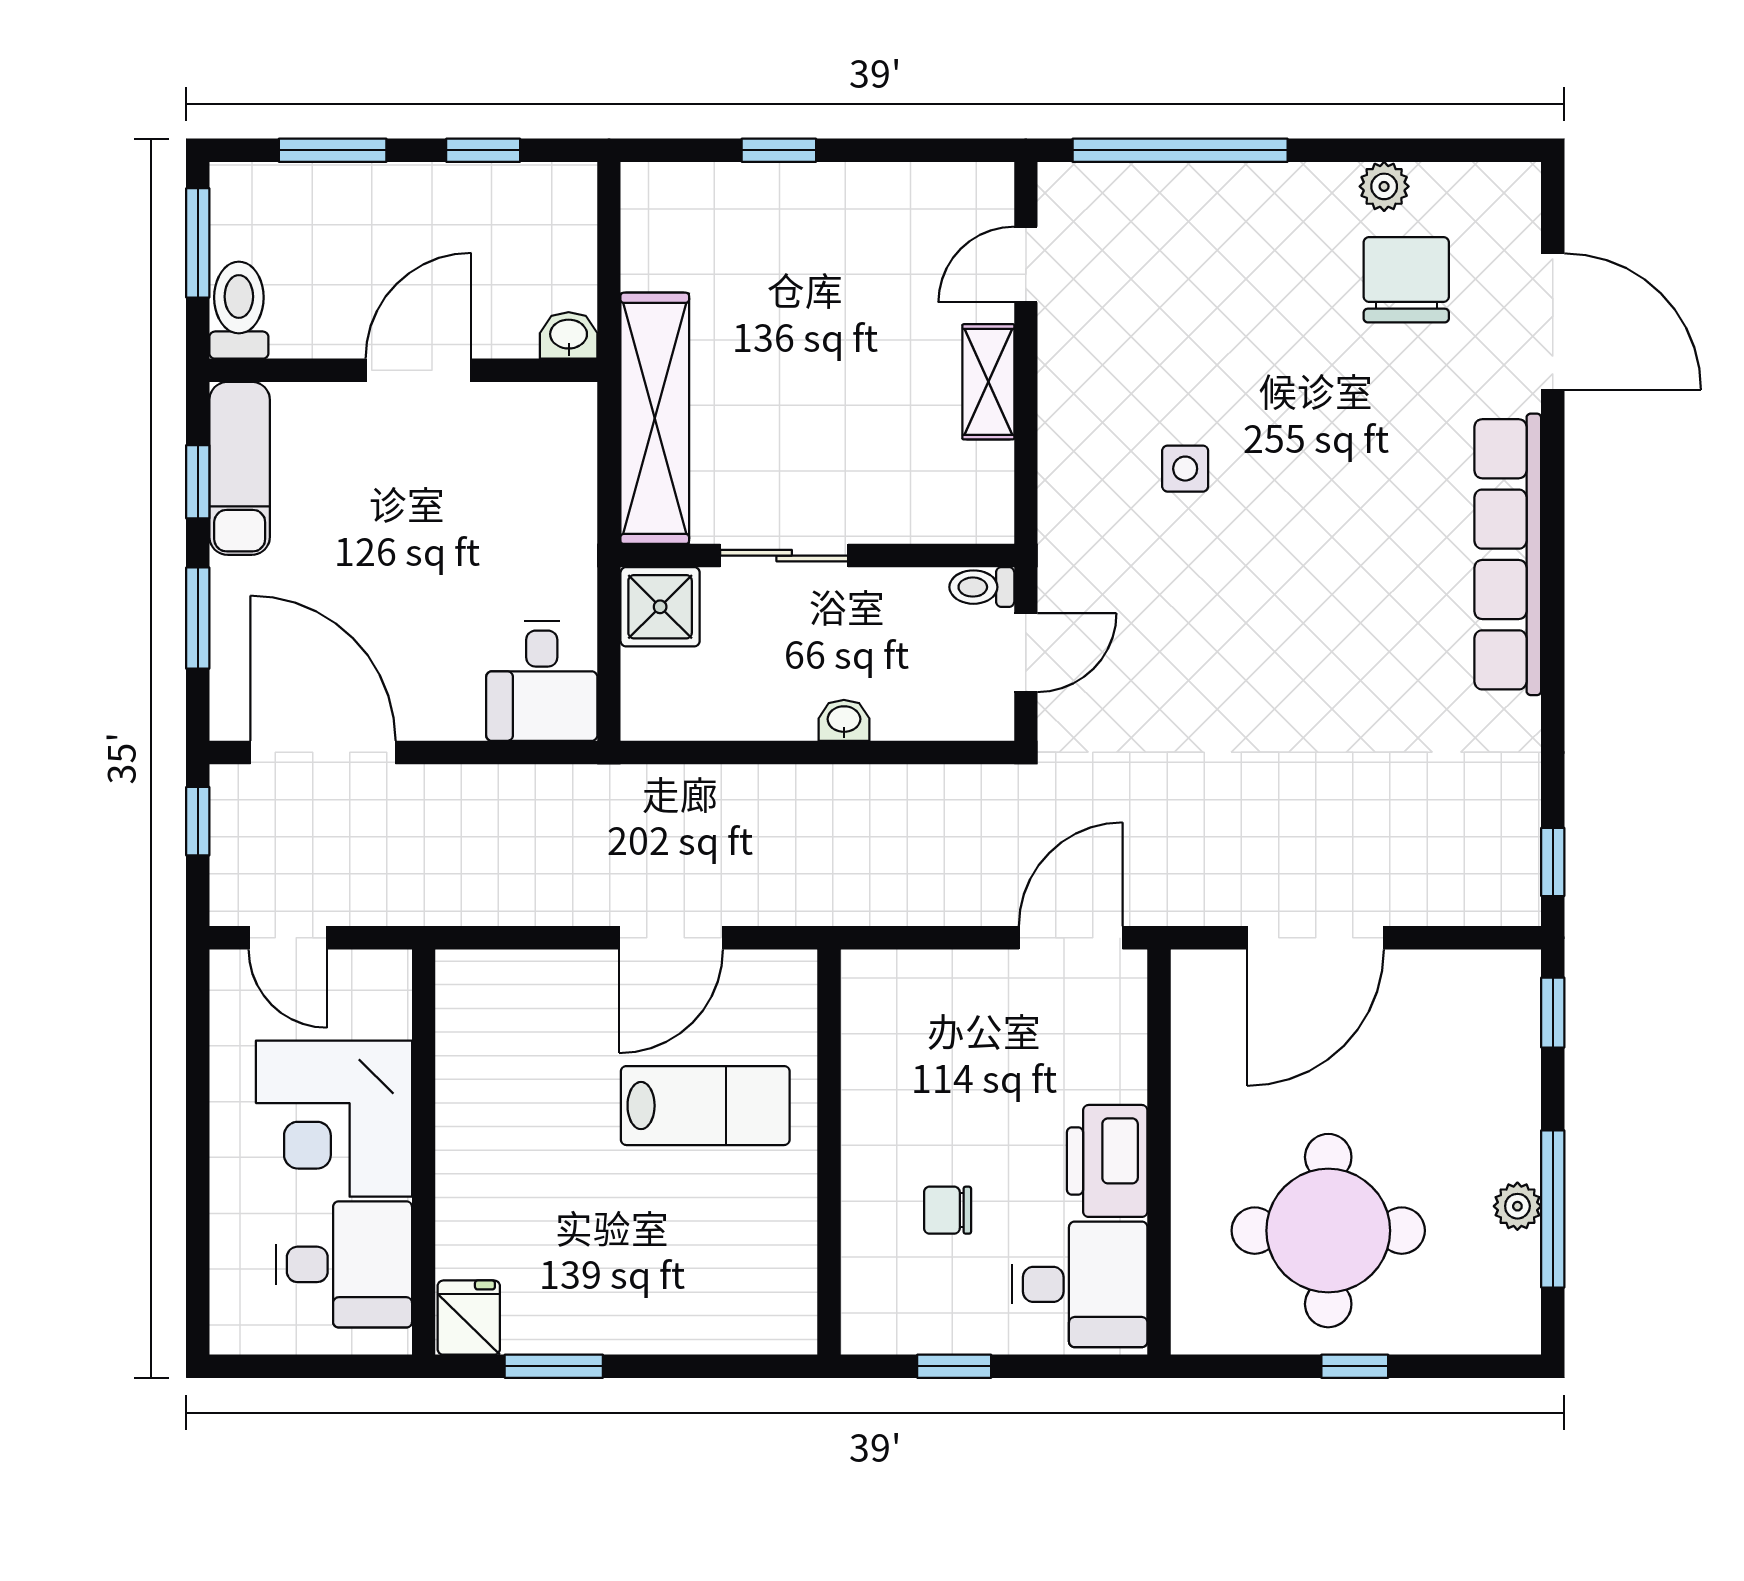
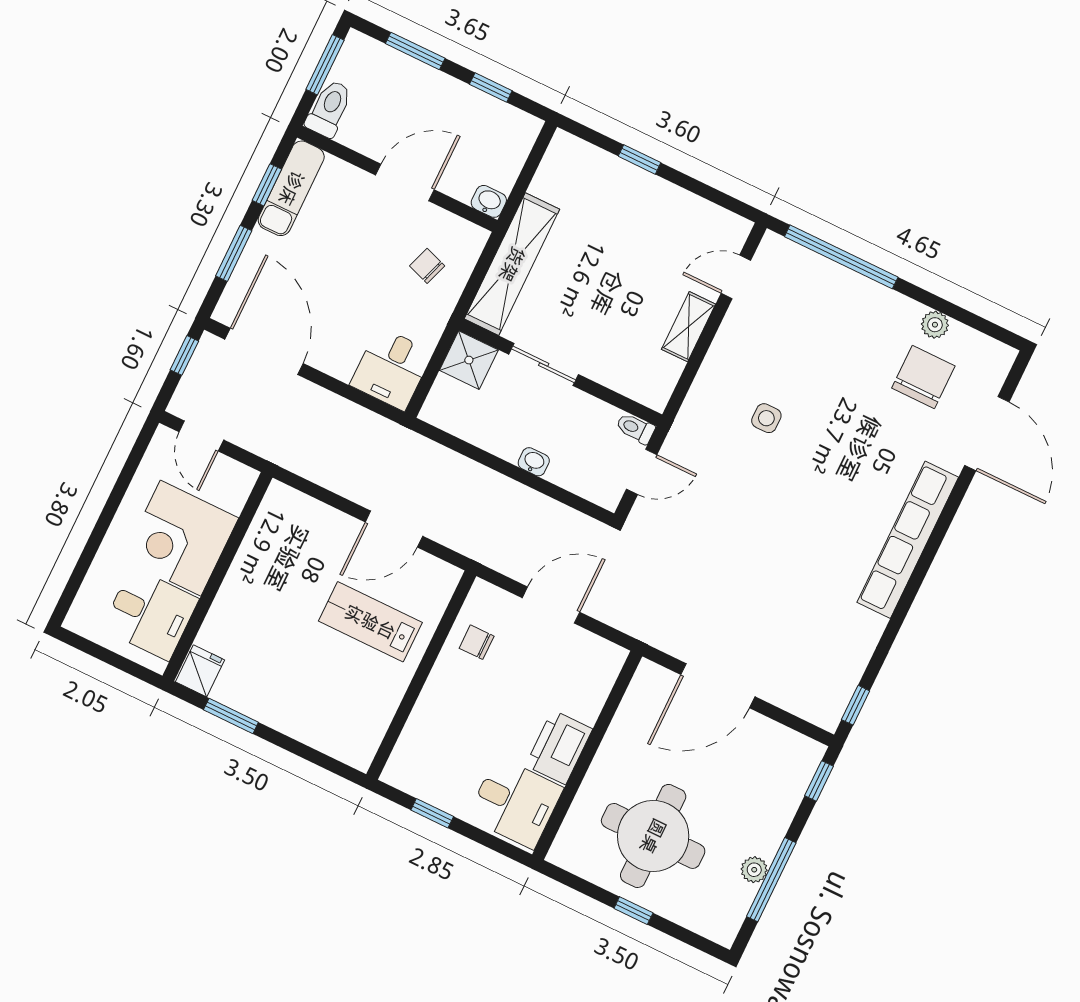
chair: (519, 487) -> (427, 266), added
door: (1071, 938) -> (551, 605), moved
lab bench: (705, 1106) -> (370, 622), turned 180
chair: (948, 1210) -> (477, 642), moved

